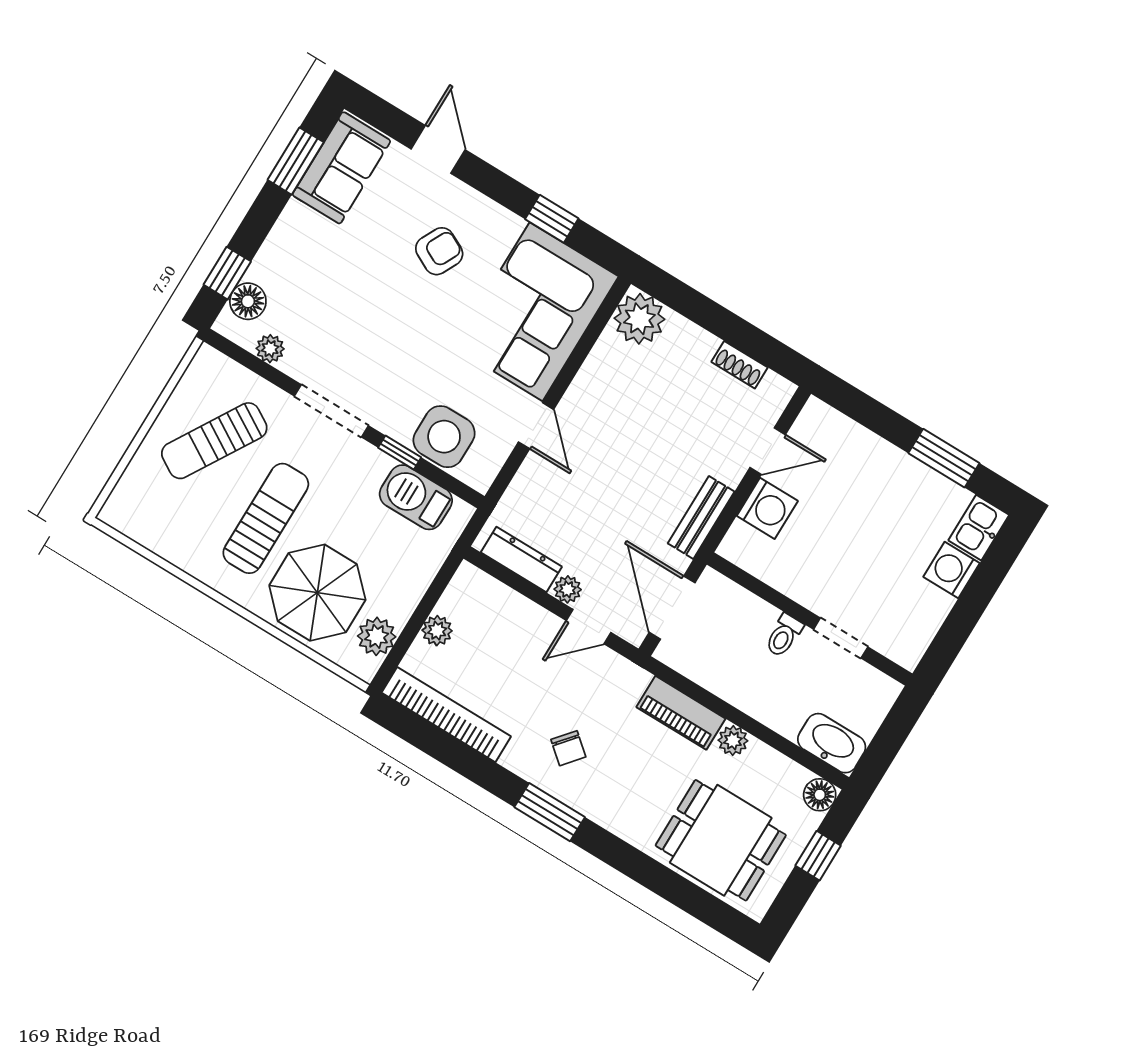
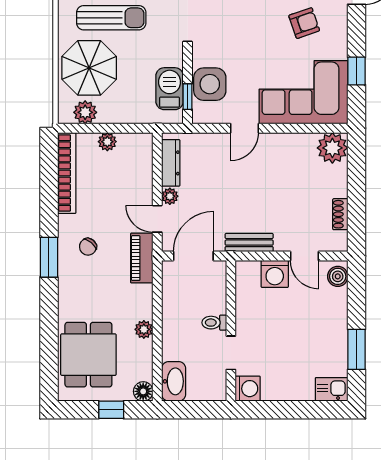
armchair: (439, 251) -> (304, 23), turned -46
boiler: (825, 422) -> (338, 276), added
window: (400, 453) -> (188, 97), moved
washing machine: (951, 570) -> (248, 389), moved, turned 90
piano: (681, 713) -> (142, 258), moved

